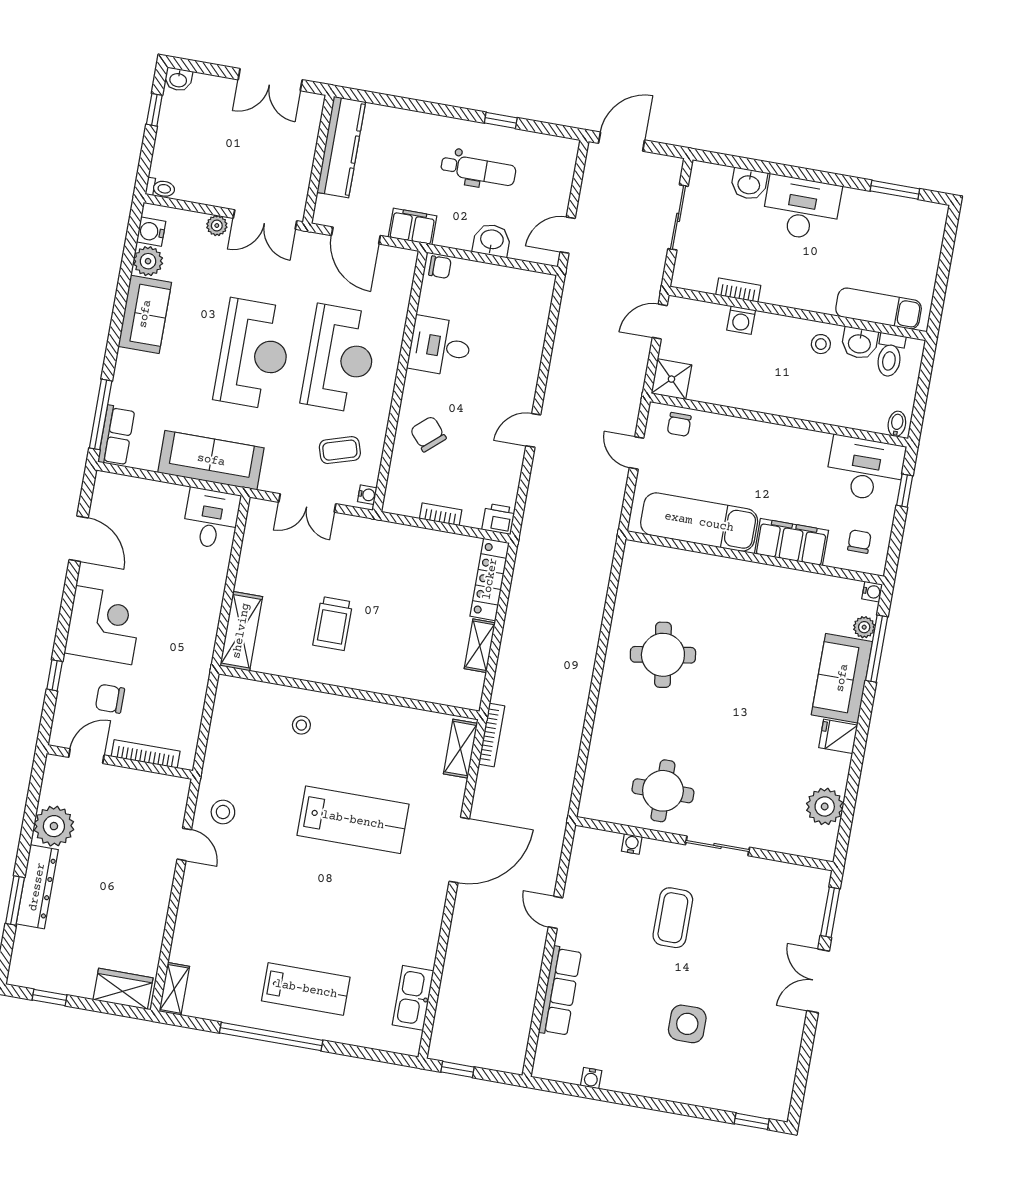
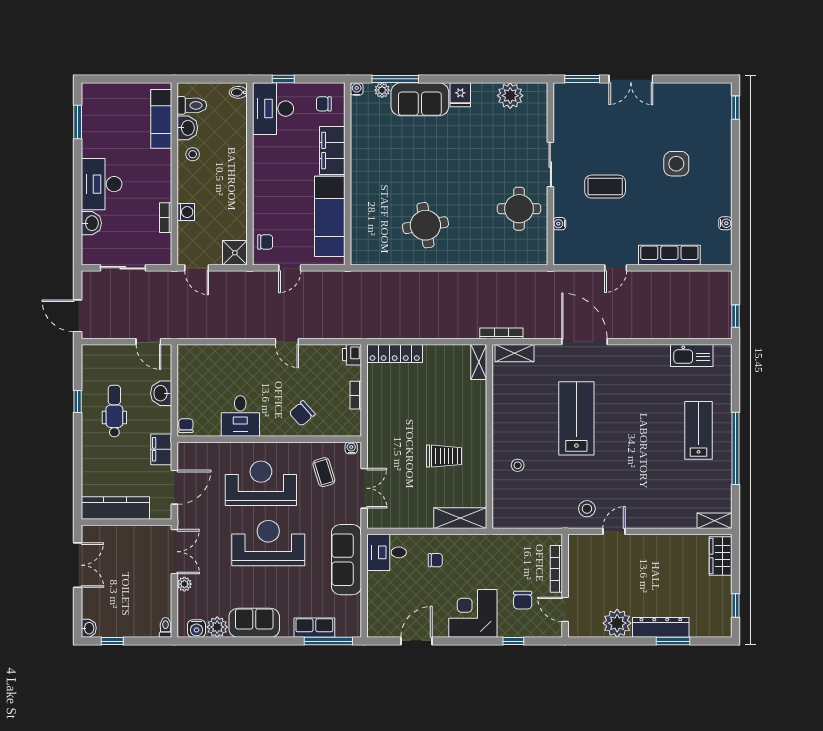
row of seats: (116, 436) -> (314, 628), moved
chair: (188, 585) -> (435, 560), added
shelving: (480, 646) -> (479, 362), moved, turned 90

